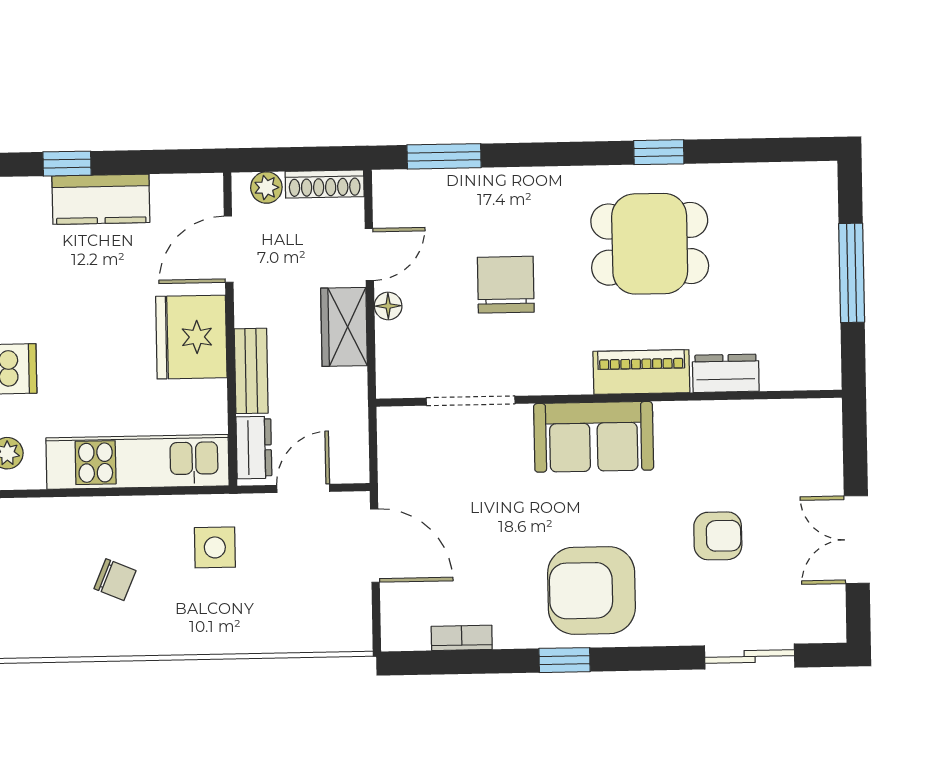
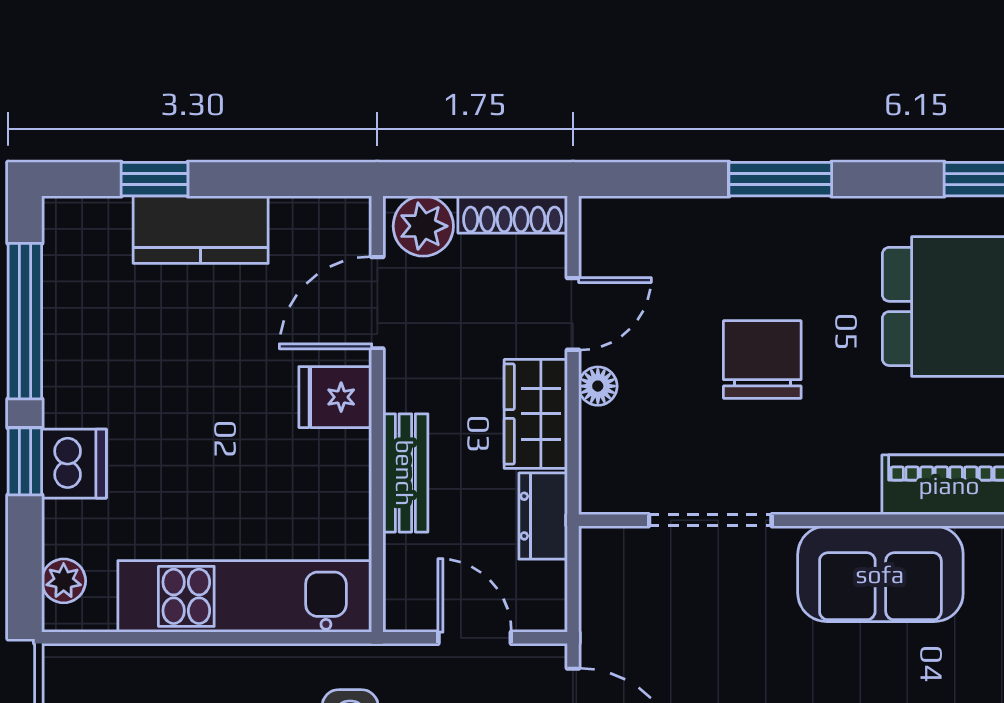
window: (444, 156) -> (780, 179), moved
plant: (266, 188) -> (423, 226), width x1.38, depth x1.38
fridge: (191, 337) -> (335, 397), width x0.53, depth x0.75
dresser: (254, 448) -> (543, 516), moved, turned 180
door: (303, 488) -> (475, 638), hinge flipped

